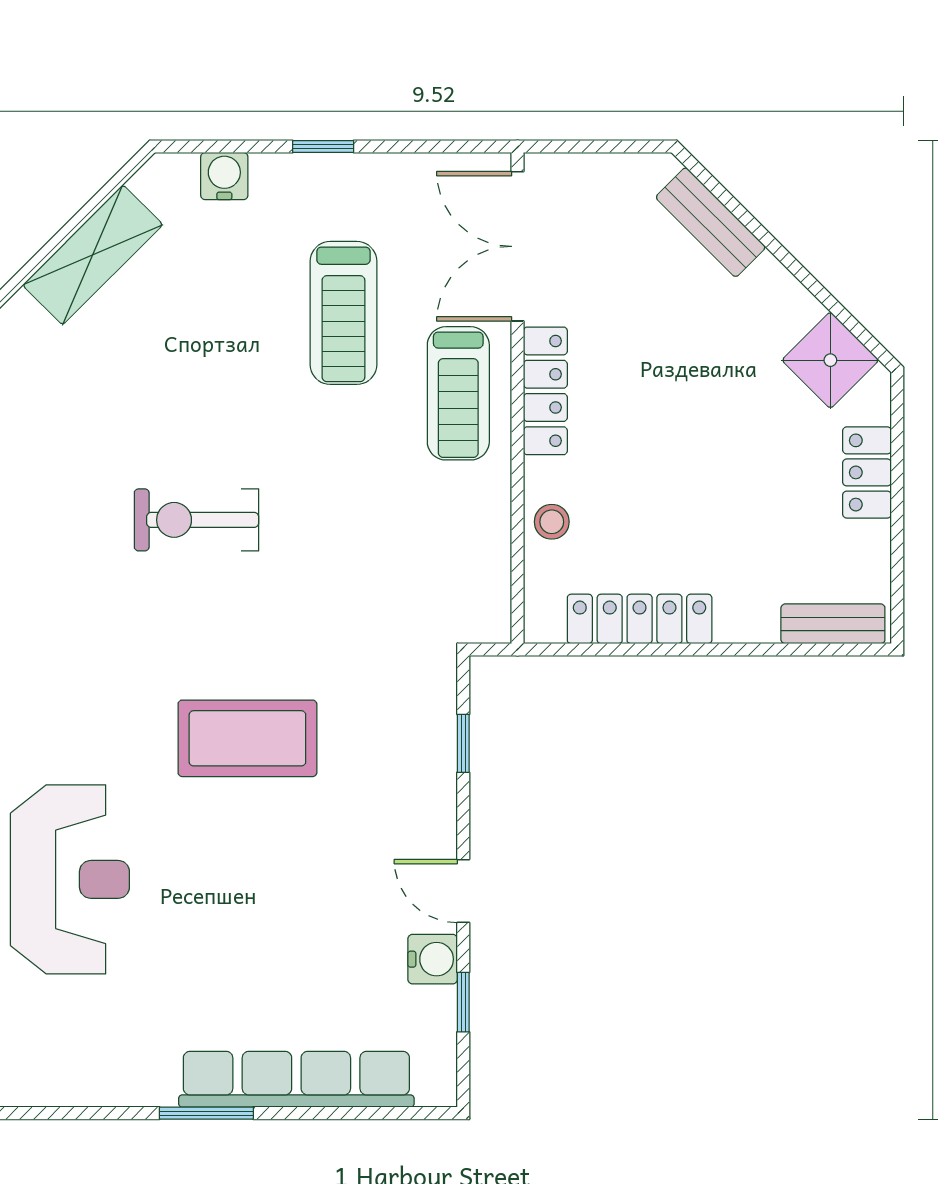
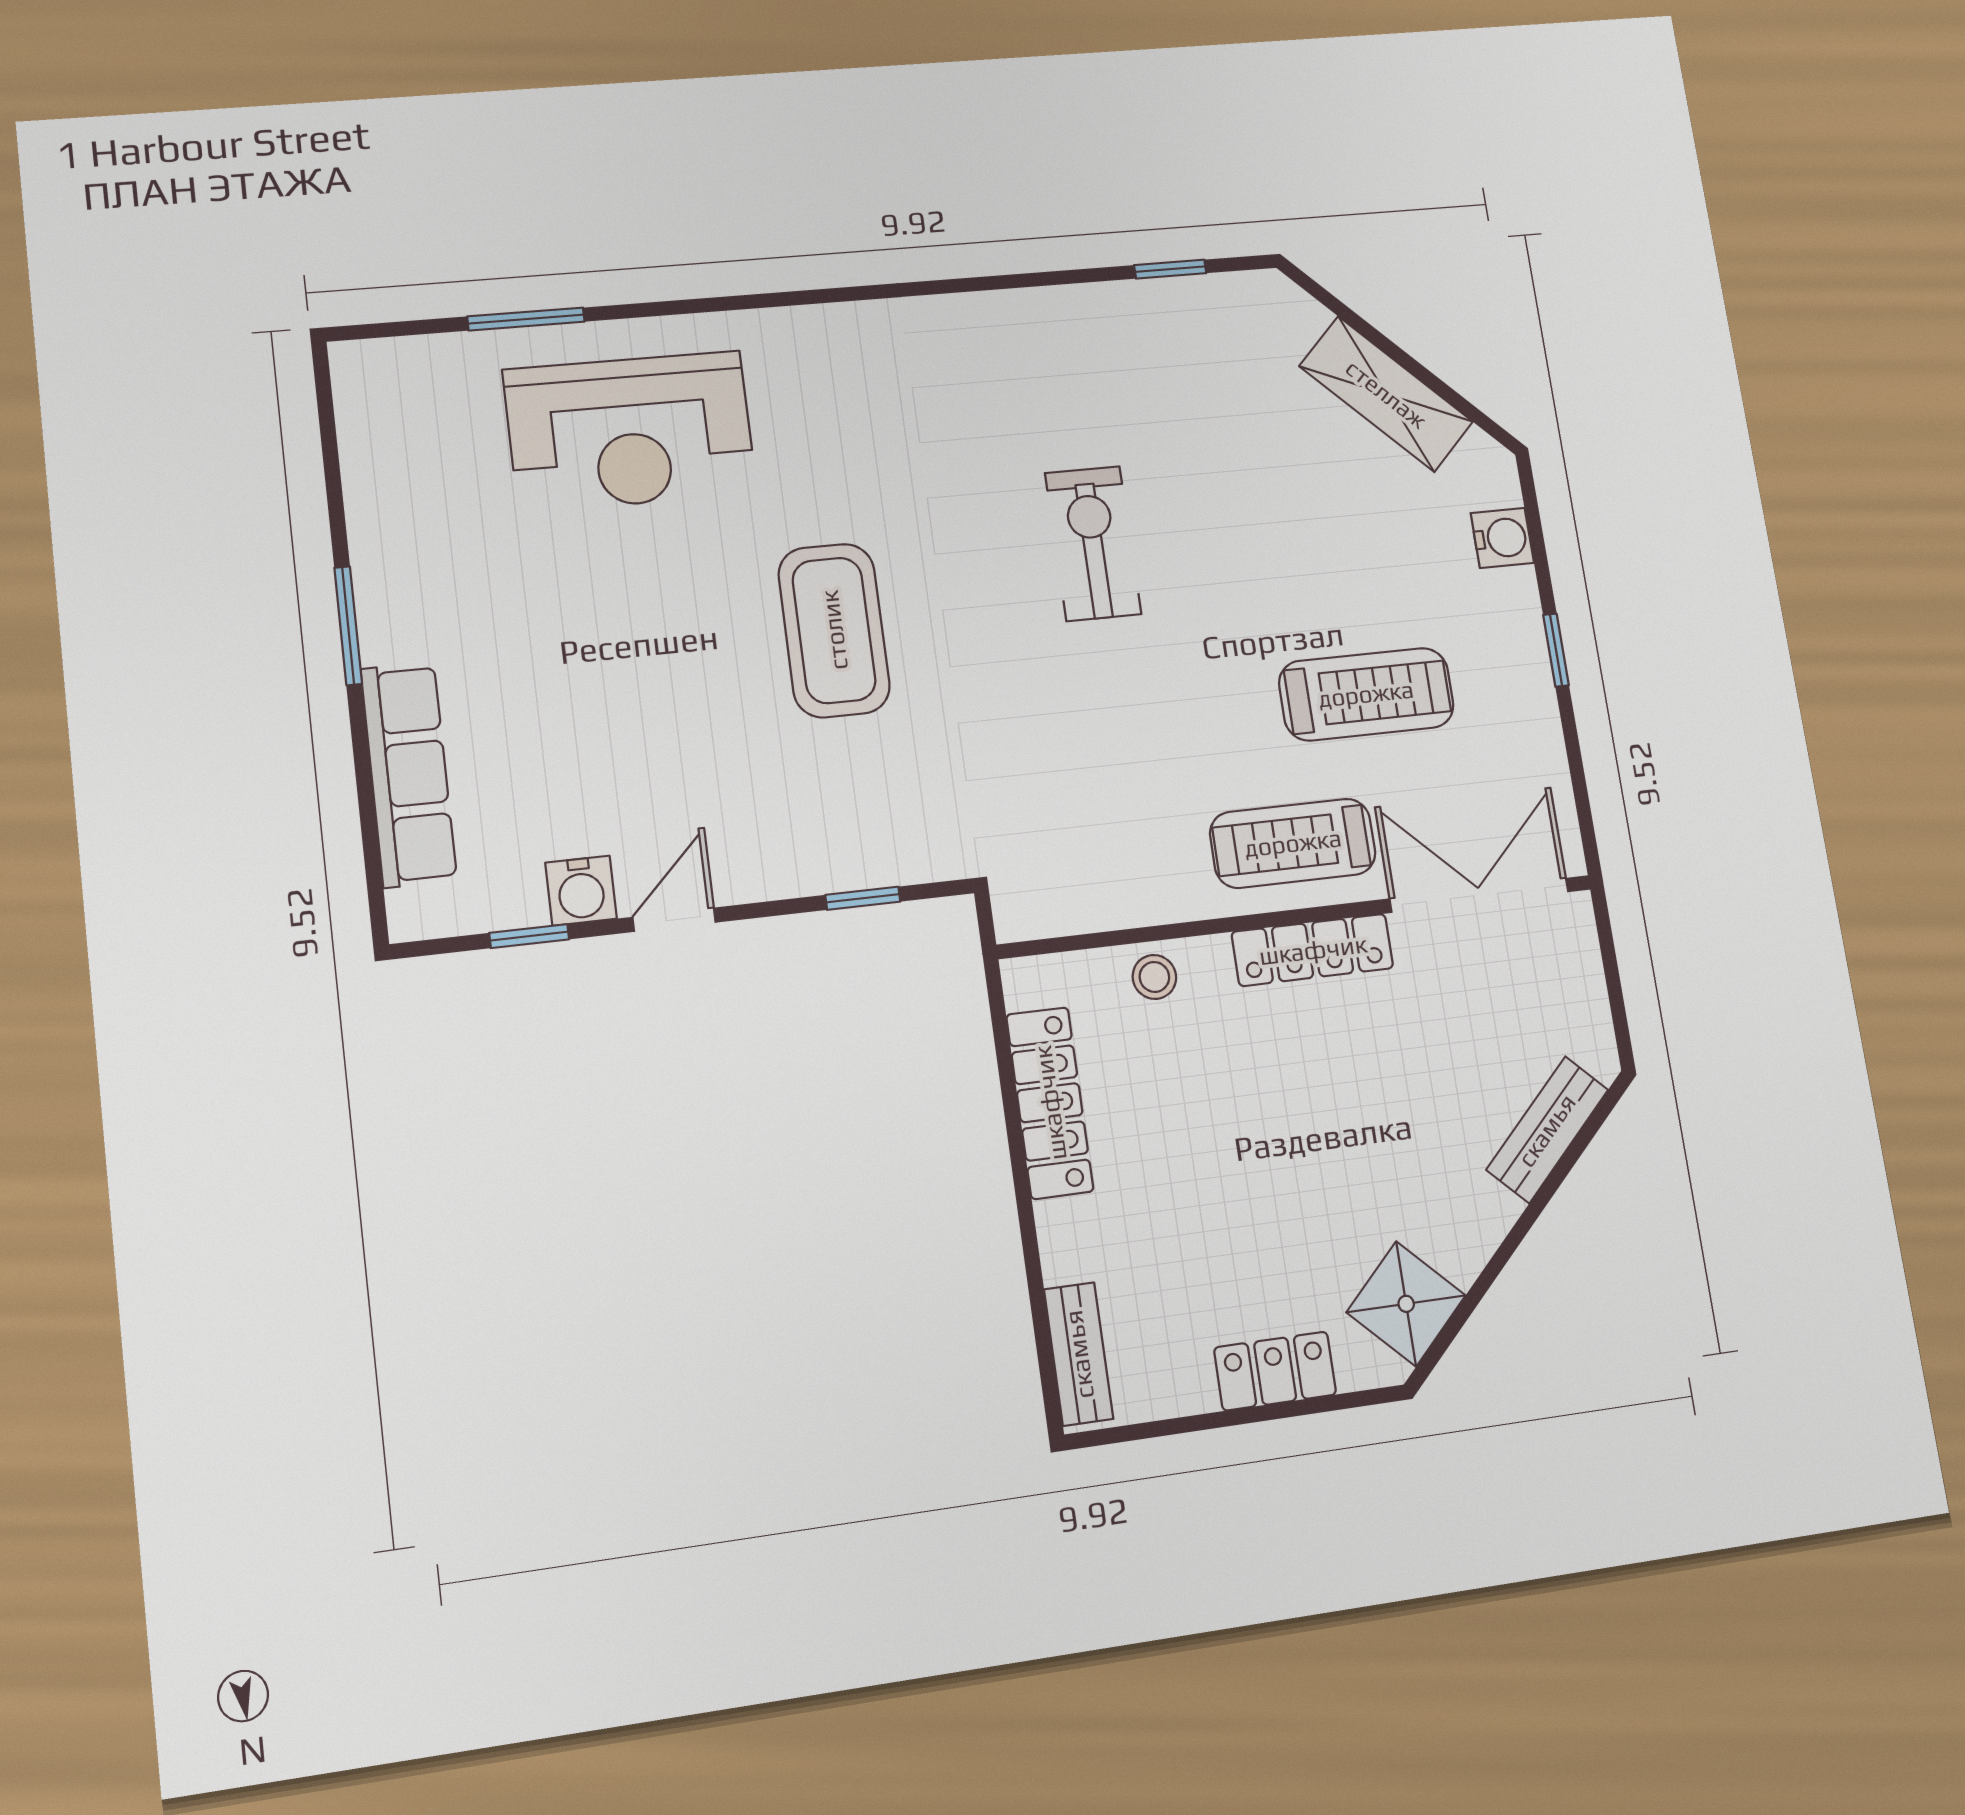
treadmill: (343, 313) -> (1366, 694), turned 180
row of seats: (296, 1079) -> (409, 774), width x0.73

